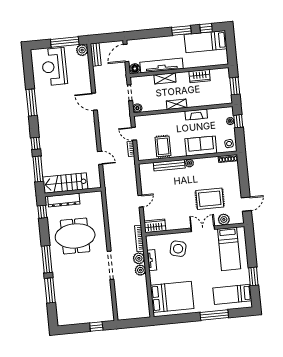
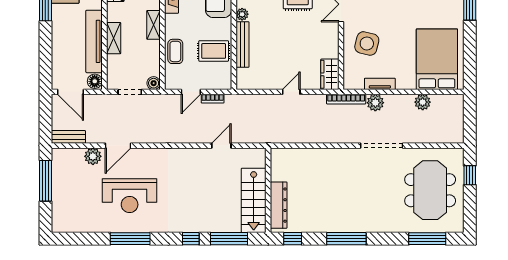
plant: (82, 50) -> (93, 156), moved
reception desk: (54, 67) -> (130, 196), moved
door: (94, 102) -> (118, 146), moved
coffee table: (160, 121) -> (175, 51), added
door: (141, 201) -> (291, 92), hinge flipped
meeting table: (75, 236) -> (430, 190), moved
window: (47, 259) -> (346, 239), moved
plant: (140, 270) -> (423, 102), moved
window: (50, 290) -> (427, 239), moved

